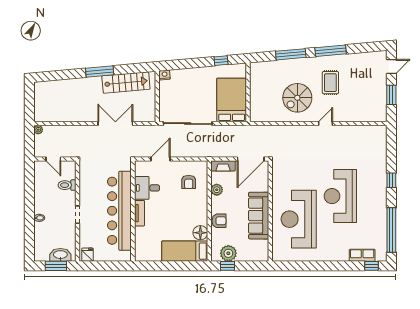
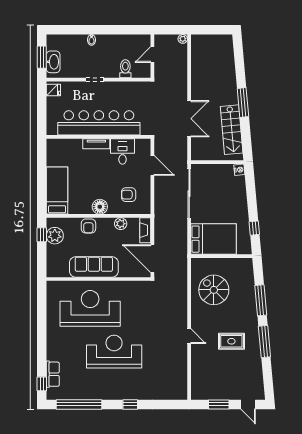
spiral stairs: (297, 98) -> (214, 290), moved
floor lamp: (200, 233) -> (100, 207), moved

